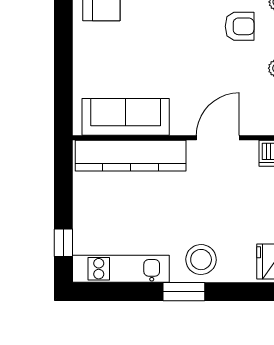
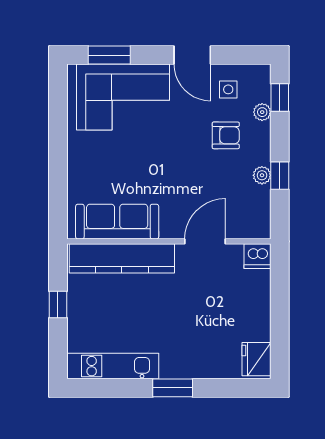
window: (63, 243) -> (58, 304), moved
stool: (201, 260) -> (189, 357), removed

